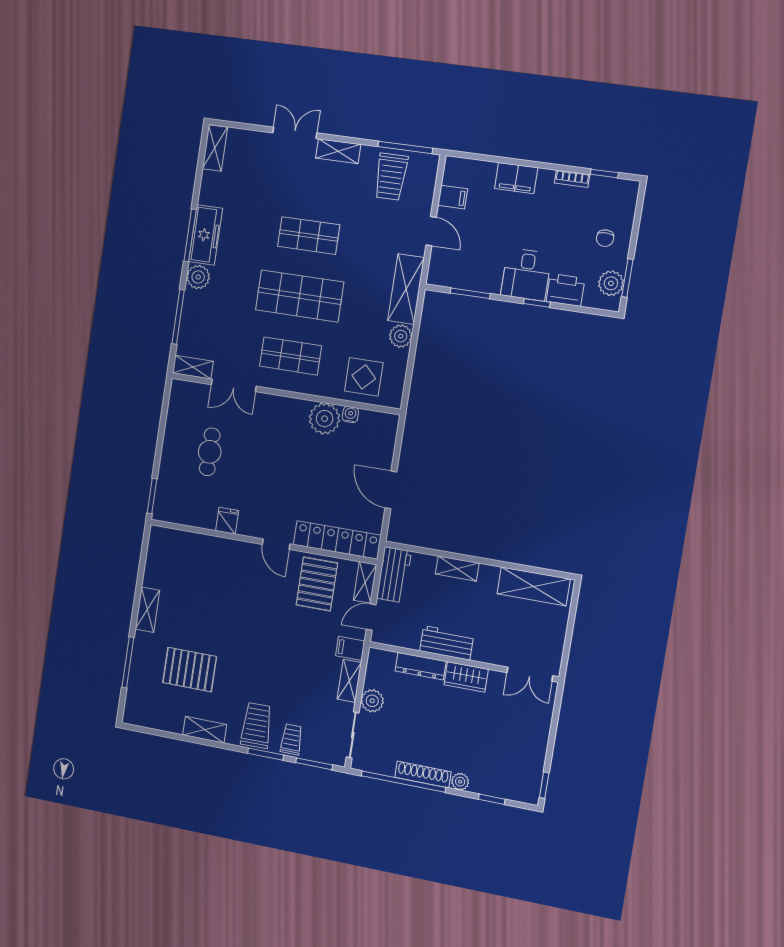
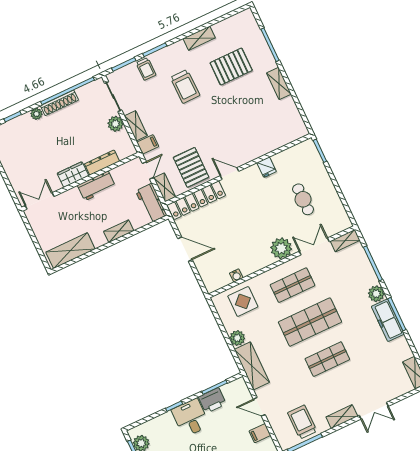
printer: (566, 290) -> (212, 400), moved
plant: (325, 419) -> (281, 248), moved
trolley: (256, 725) -> (185, 86), moved

